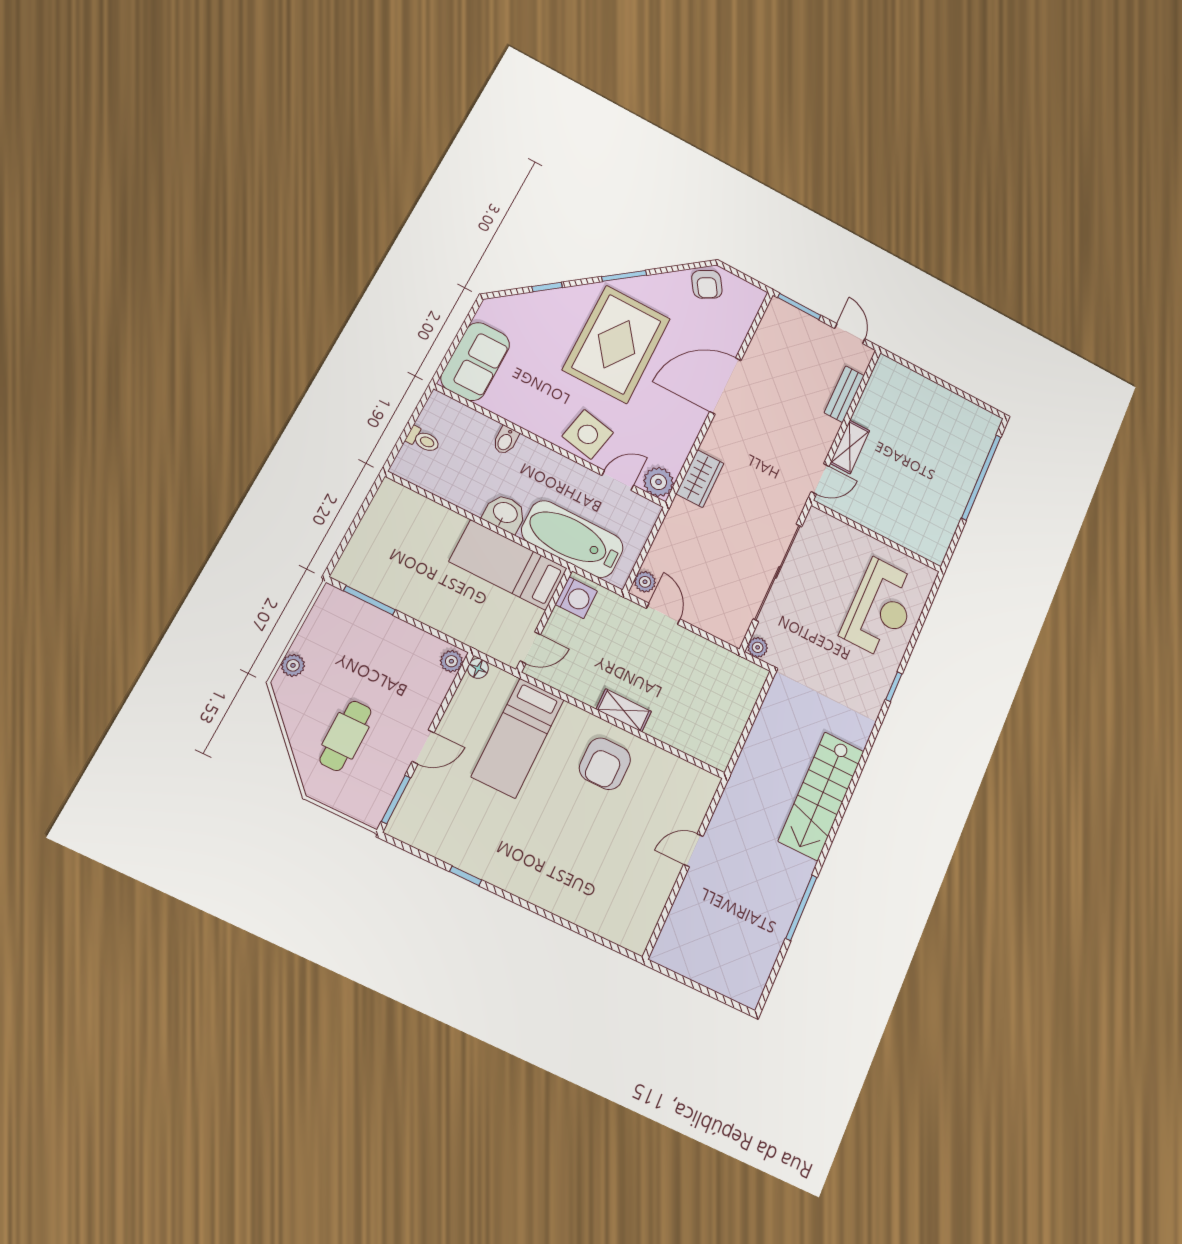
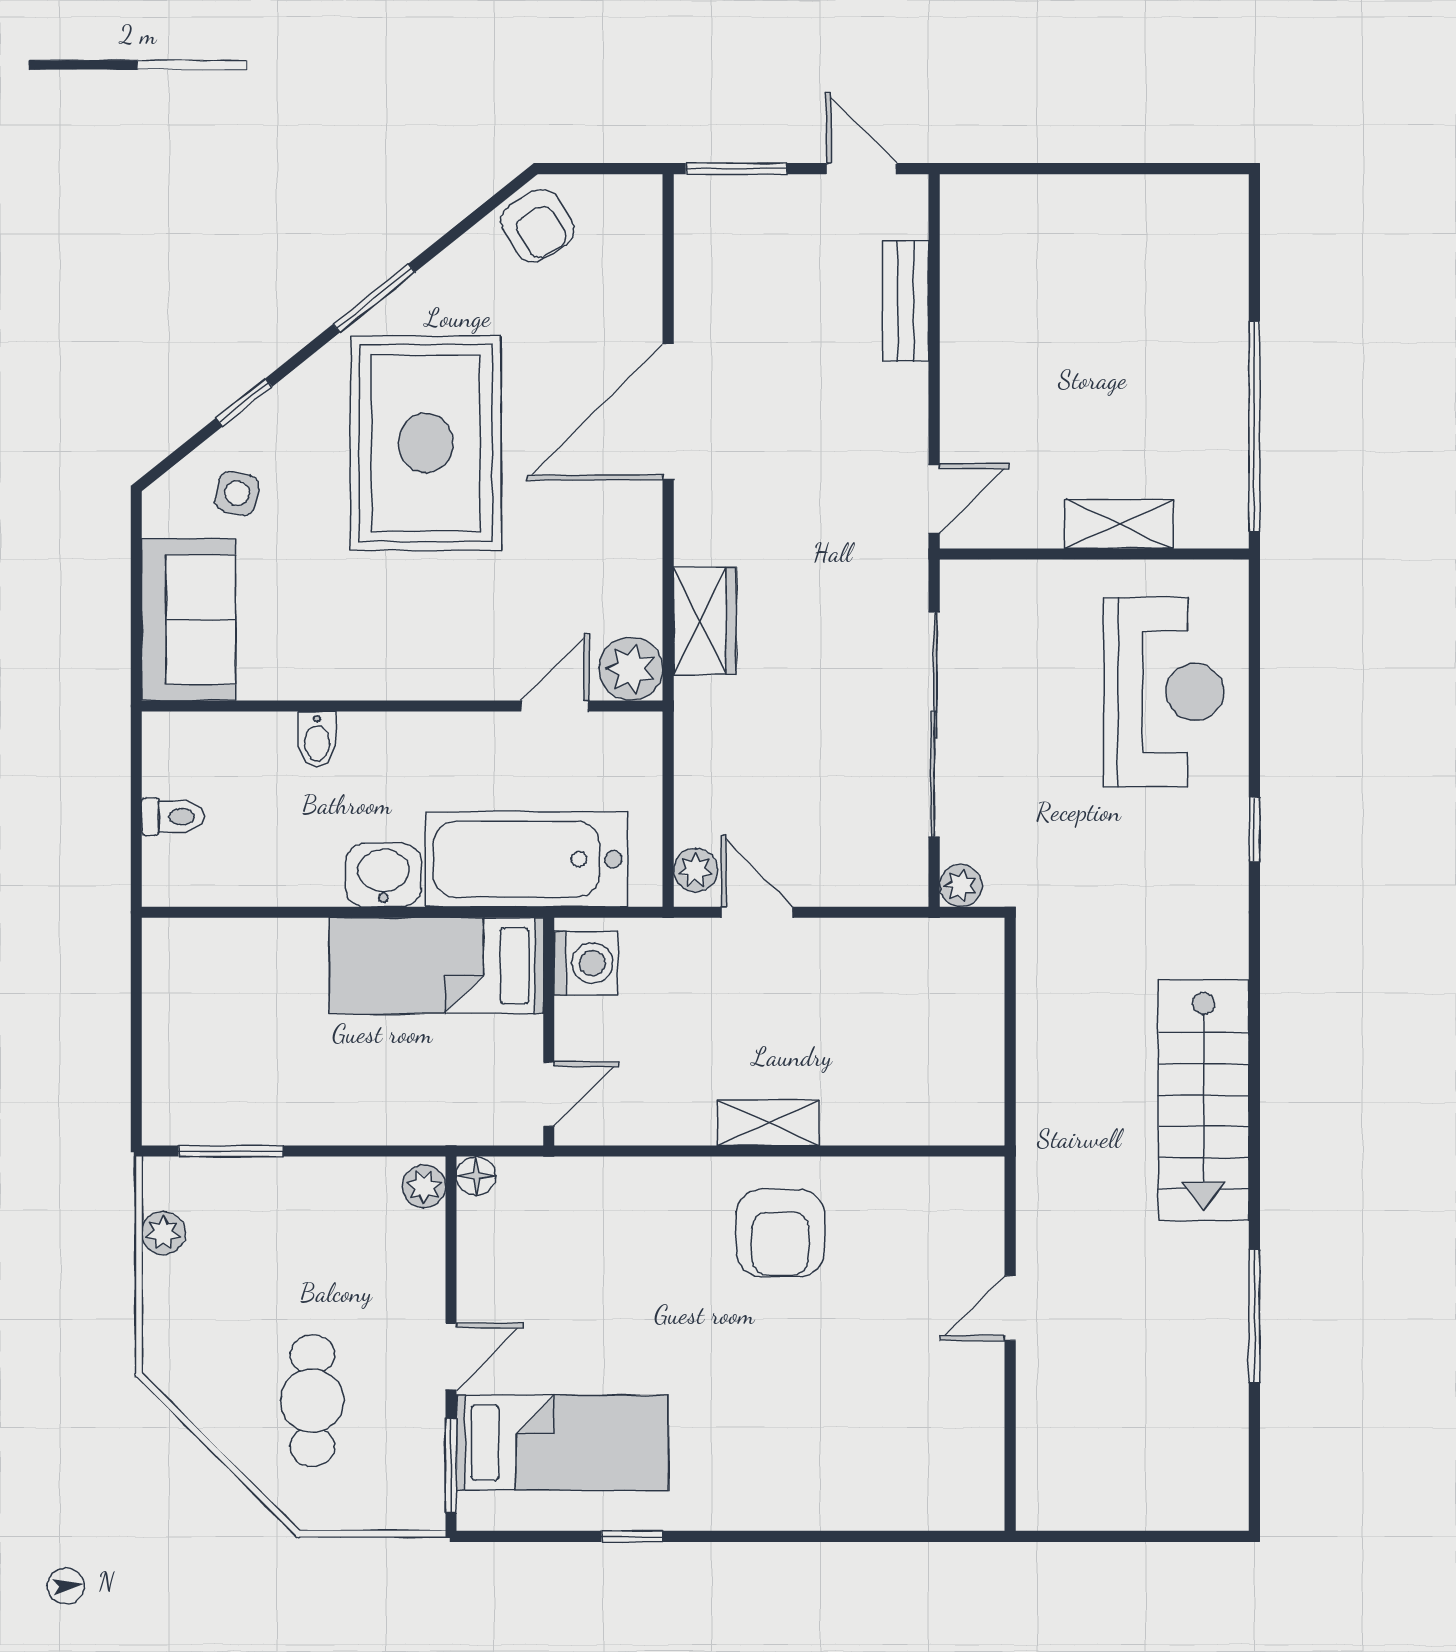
side table: (588, 434) -> (237, 493), moved, width x0.54, depth x0.54
shelving: (850, 447) -> (1119, 524), moved, turned 90
window: (981, 477) -> (1254, 427), moved
plant: (293, 665) -> (163, 1233), moved
bed: (518, 738) -> (562, 1443), moved, turned -90

